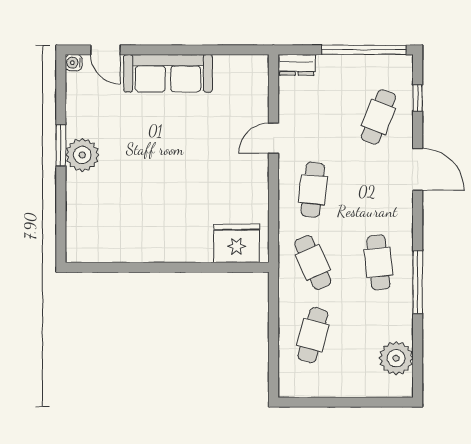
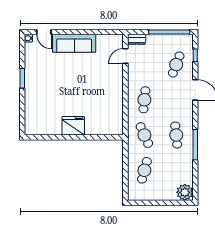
door: (274, 138) -> (125, 56), moved
plant: (82, 155) -> (33, 83), removed
fridge: (237, 243) -> (73, 126), moved
plant: (396, 358) -> (185, 192), moved

